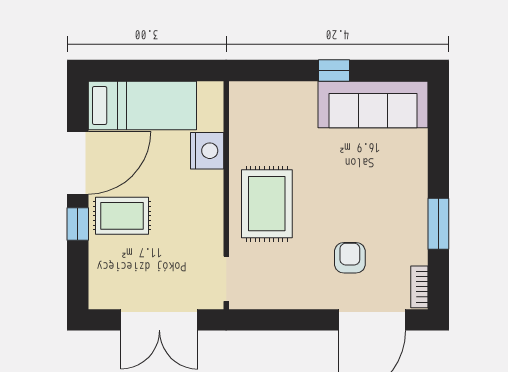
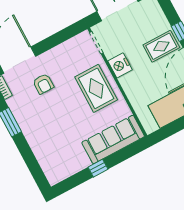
sofa: (373, 104) -> (113, 139), moved
nightstand: (207, 151) -> (120, 65), moved

